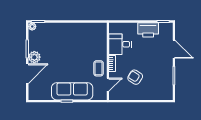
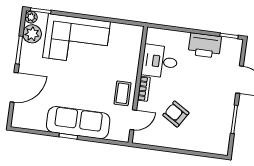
corner sofa: (64, 37) -> (77, 40), added
plant: (34, 57) -> (32, 34), moved

